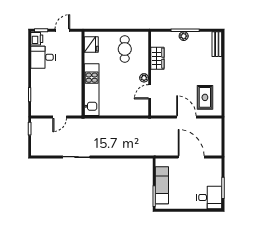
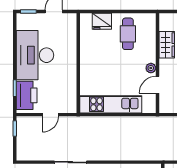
printer: (37, 39) -> (27, 95), moved, width x1.87, depth x1.48
fridge: (91, 45) -> (102, 21), moved, turned 90
desk: (43, 57) -> (35, 55), width x1.87, depth x1.30
kitchen unit: (92, 90) -> (111, 104), moved, turned -90

